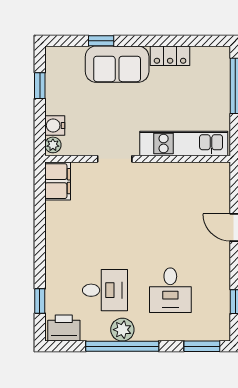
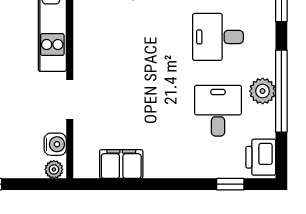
water cooler: (55, 125) -> (55, 144), moved, turned -90
filing cabinet: (58, 181) -> (121, 164), moved
desk: (170, 290) -> (218, 37), turned 180

